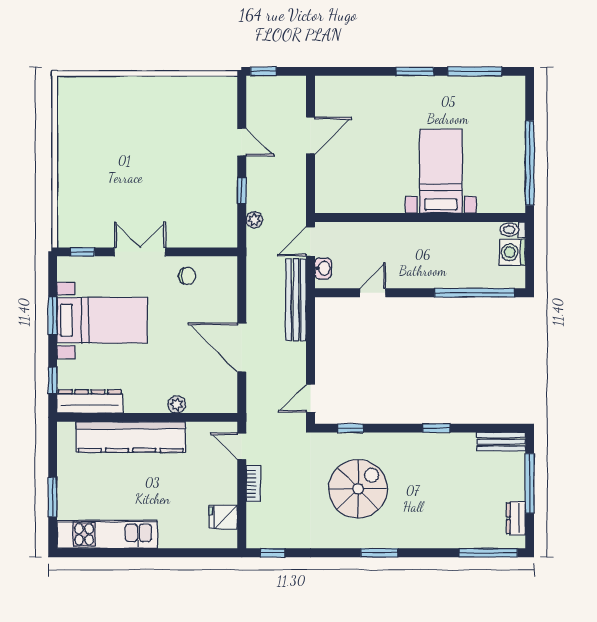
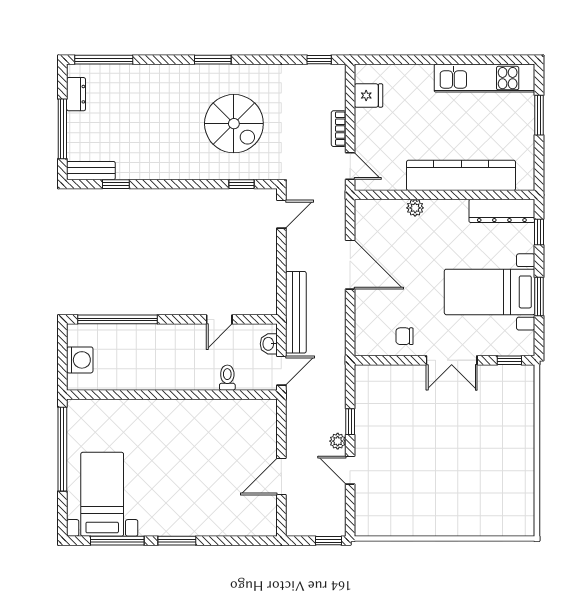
bed with nightstands: (441, 171) -> (102, 494), moved, turned 180
plant: (254, 220) -> (338, 441), moved
toilet: (513, 230) -> (227, 378), moved, turned -90
window: (436, 428) -> (116, 184), moved
spiral stairs: (358, 489) -> (234, 124), turned -90

